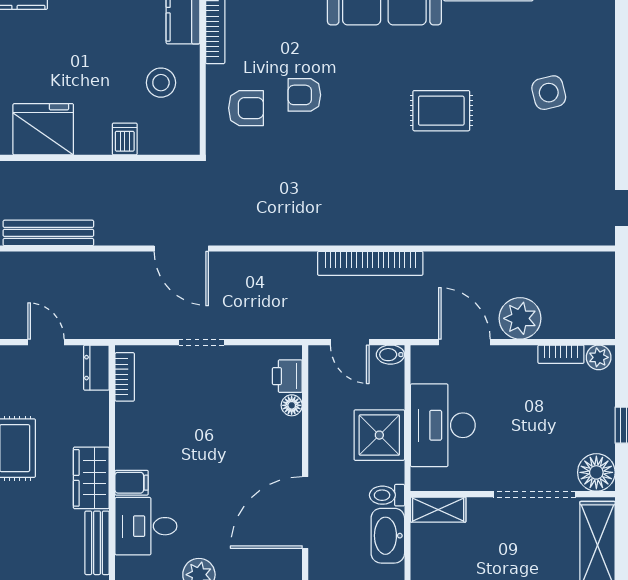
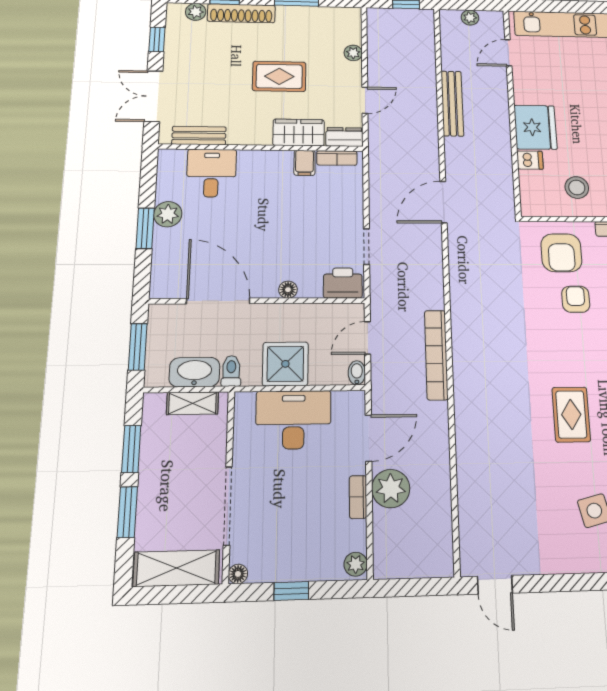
armchair: (246, 108) -> (561, 253), width x1.38, depth x1.38
fridge: (43, 129) -> (535, 127), moved
doorway: (201, 342) -> (367, 247), moved
bookcase: (561, 354) -> (358, 497), moved
printer: (287, 376) -> (343, 283), width x1.36, depth x1.24
floor lamp: (292, 405) -> (288, 290), moved
floor lamp: (596, 472) -> (238, 574), width x0.53, depth x0.53
wardrobe: (91, 478) -> (299, 133), moved
filing cabinet: (132, 483) -> (304, 163), moved
shelving: (438, 510) -> (193, 403), moved, turned 90

